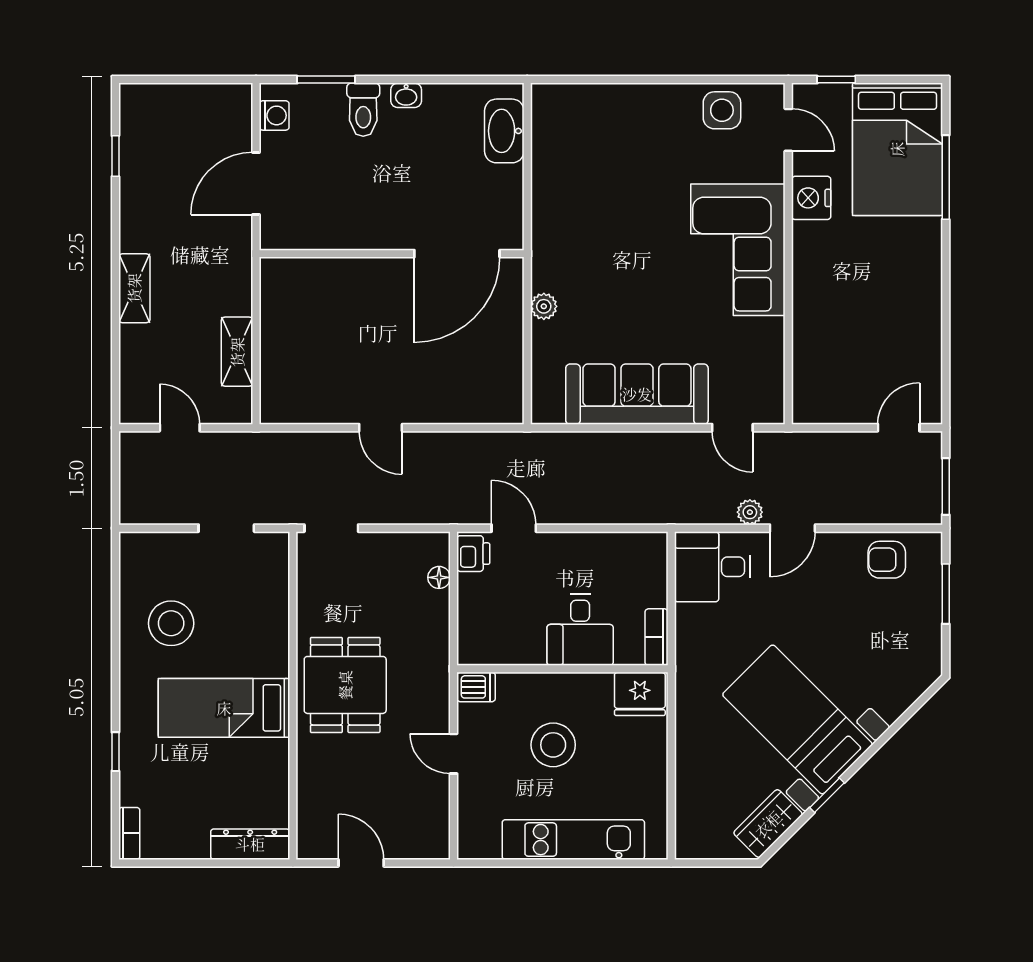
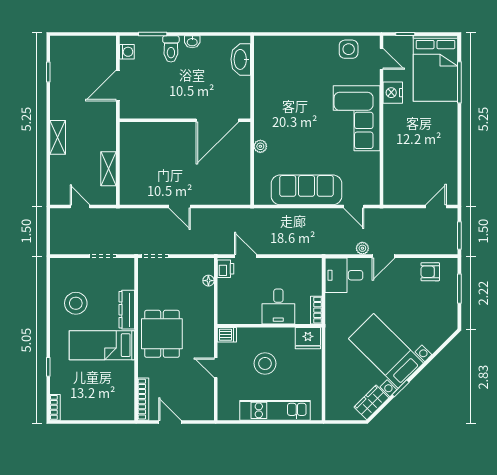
bookcase: (307, 817) -> (143, 399), added
dresser: (250, 844) -> (127, 310), moved, turned -90

